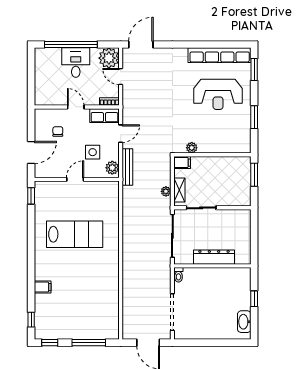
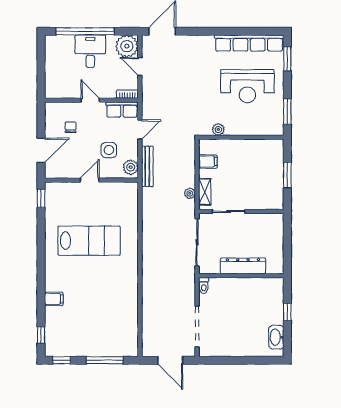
plant: (192, 148) -> (218, 129), moved
wall: (212, 155) -> (241, 137), moved

